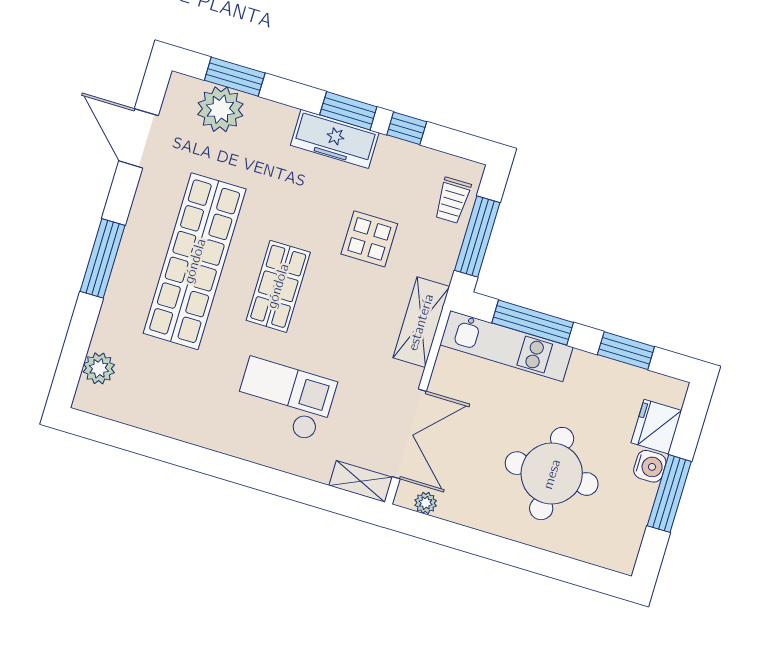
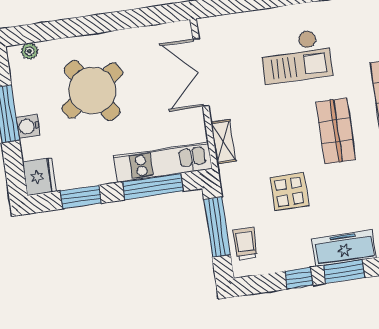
shelving: (421, 322) -> (223, 142), width x0.67, depth x0.75
fridge: (656, 427) -> (39, 177), moved
round table: (552, 474) -> (92, 90), turned -33
shelving: (361, 481) -> (219, 25), removed
plant: (426, 503) -> (30, 51), moved

